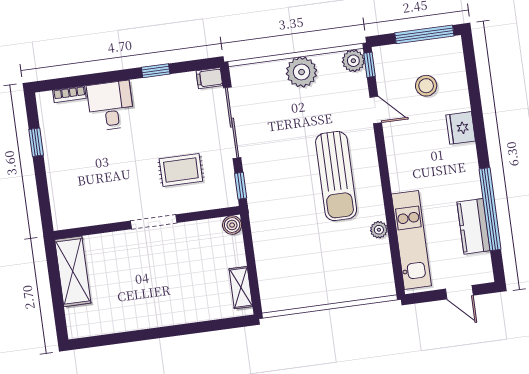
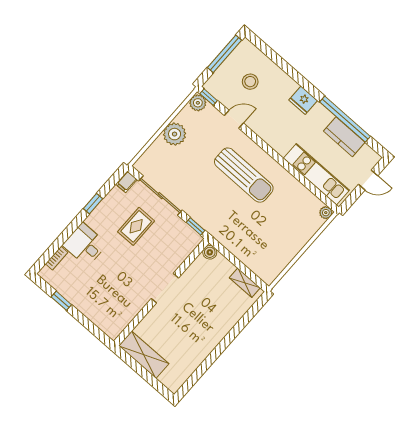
fridge: (461, 128) -> (303, 100), moved
rug: (181, 170) -> (136, 226), moved
plant: (379, 230) -> (326, 213), moved

